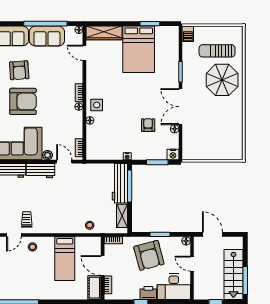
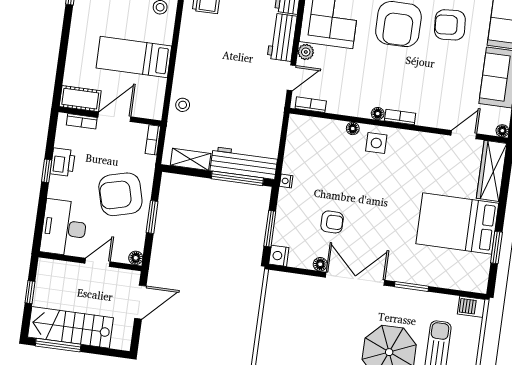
printer: (148, 293) -> (63, 162), moved

